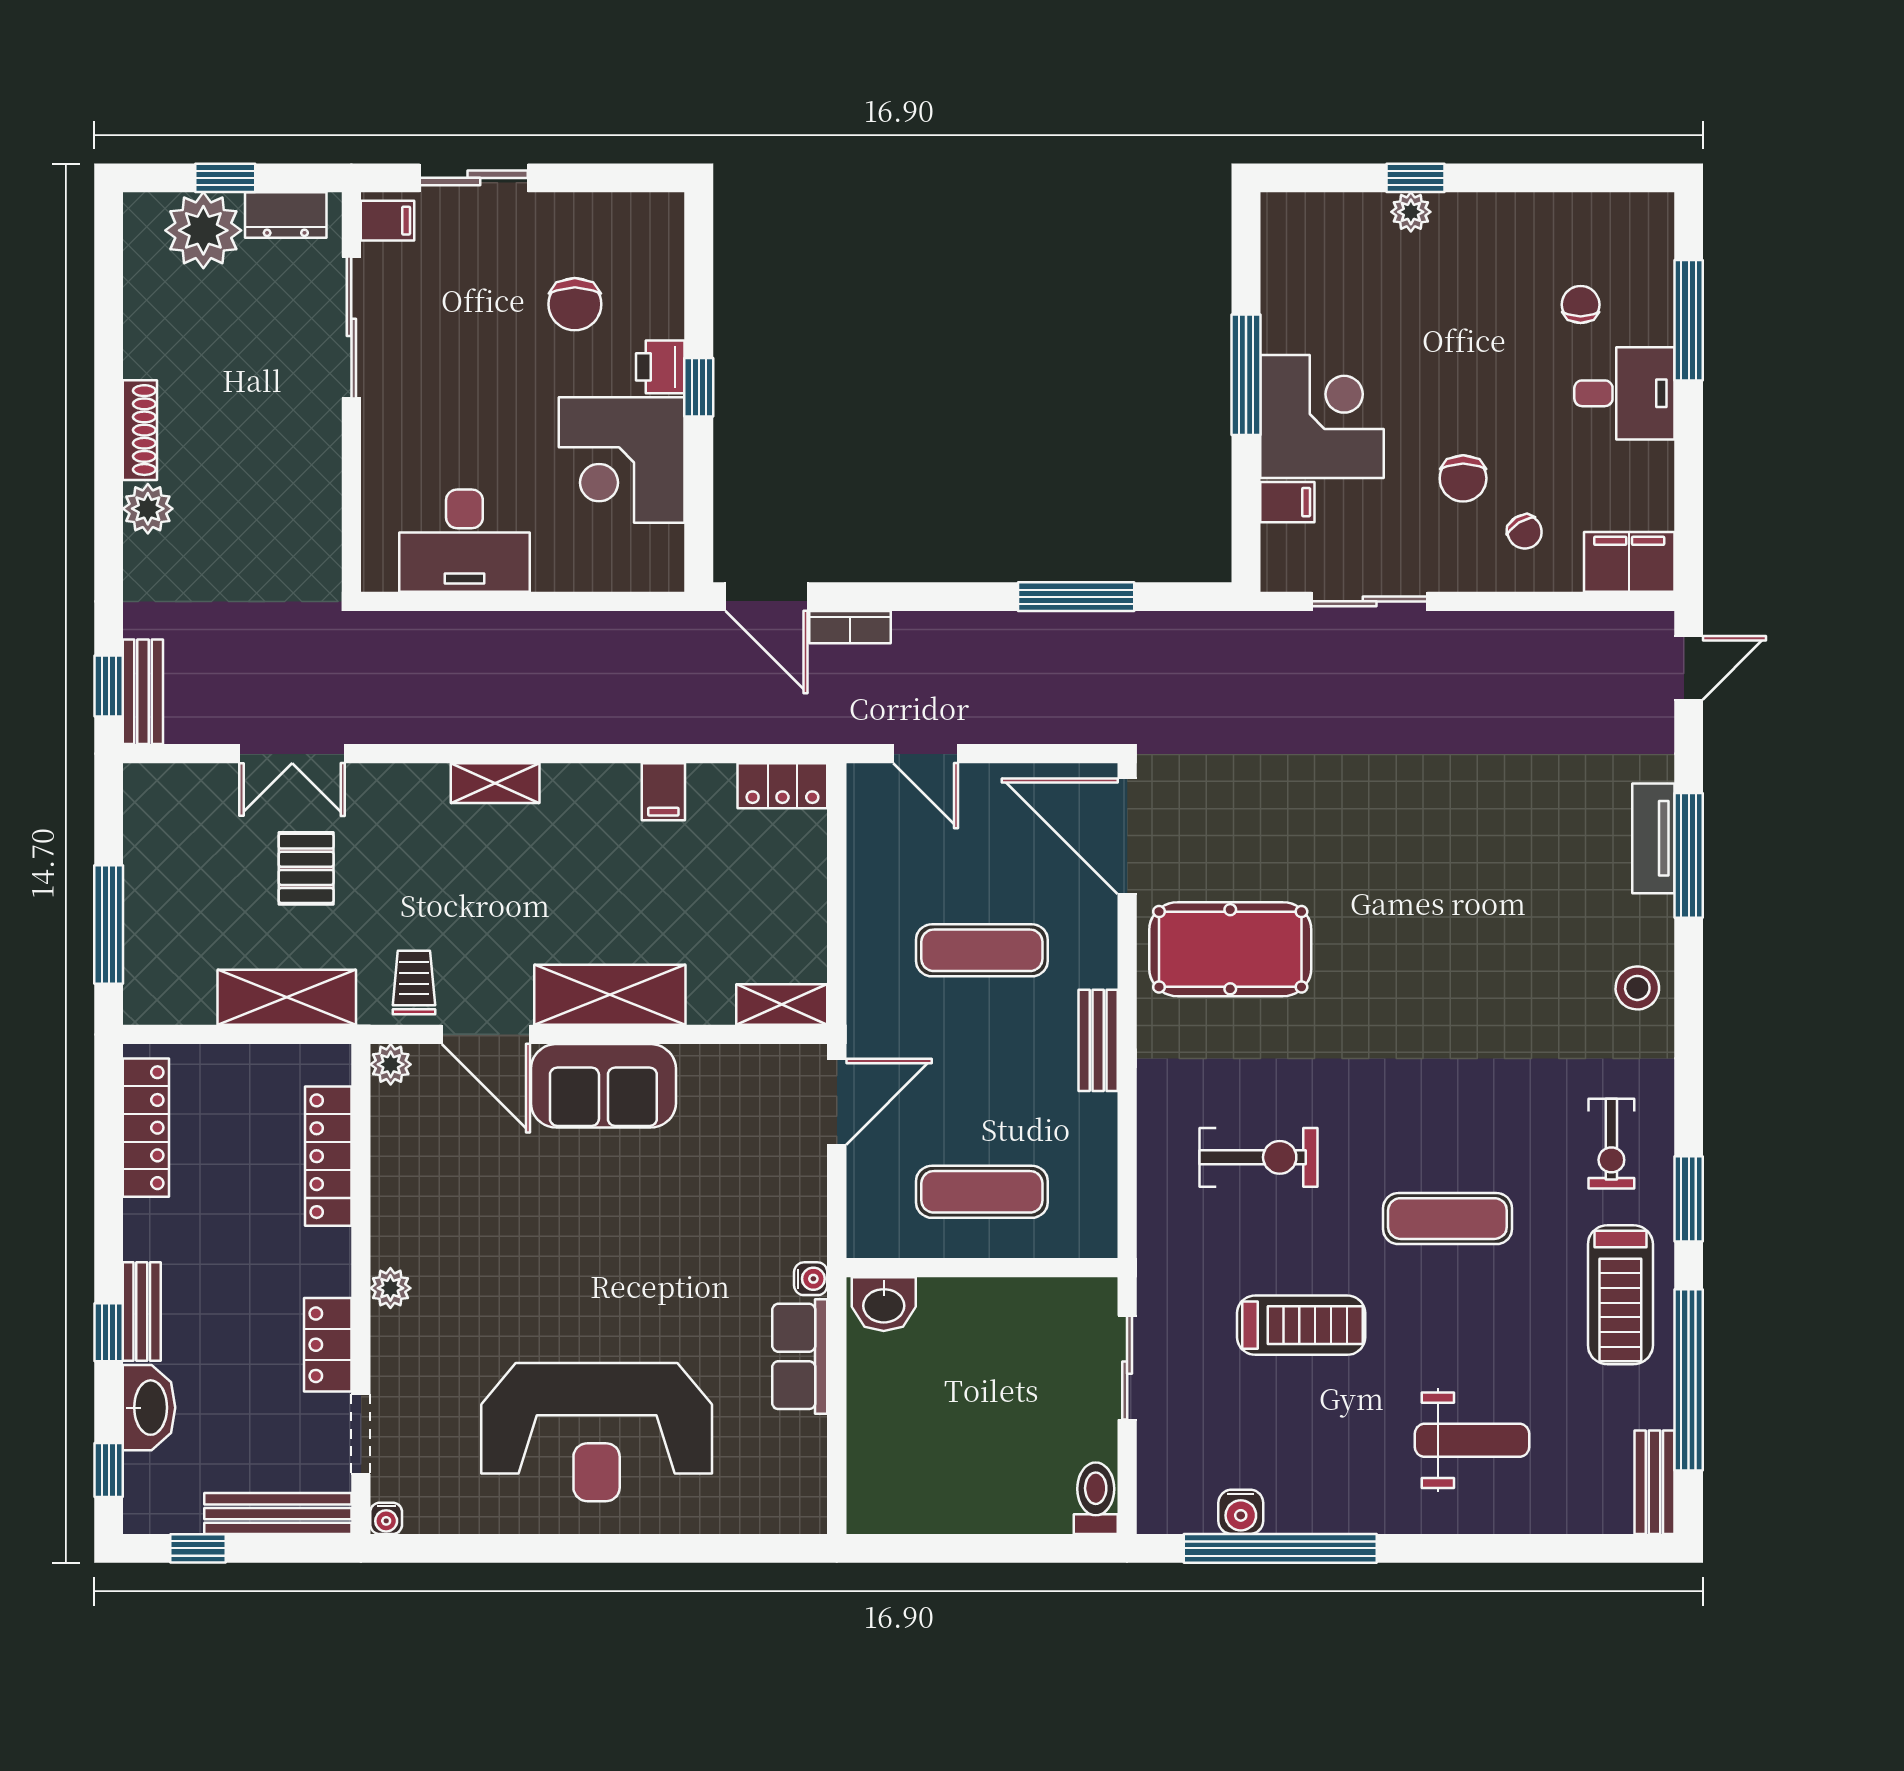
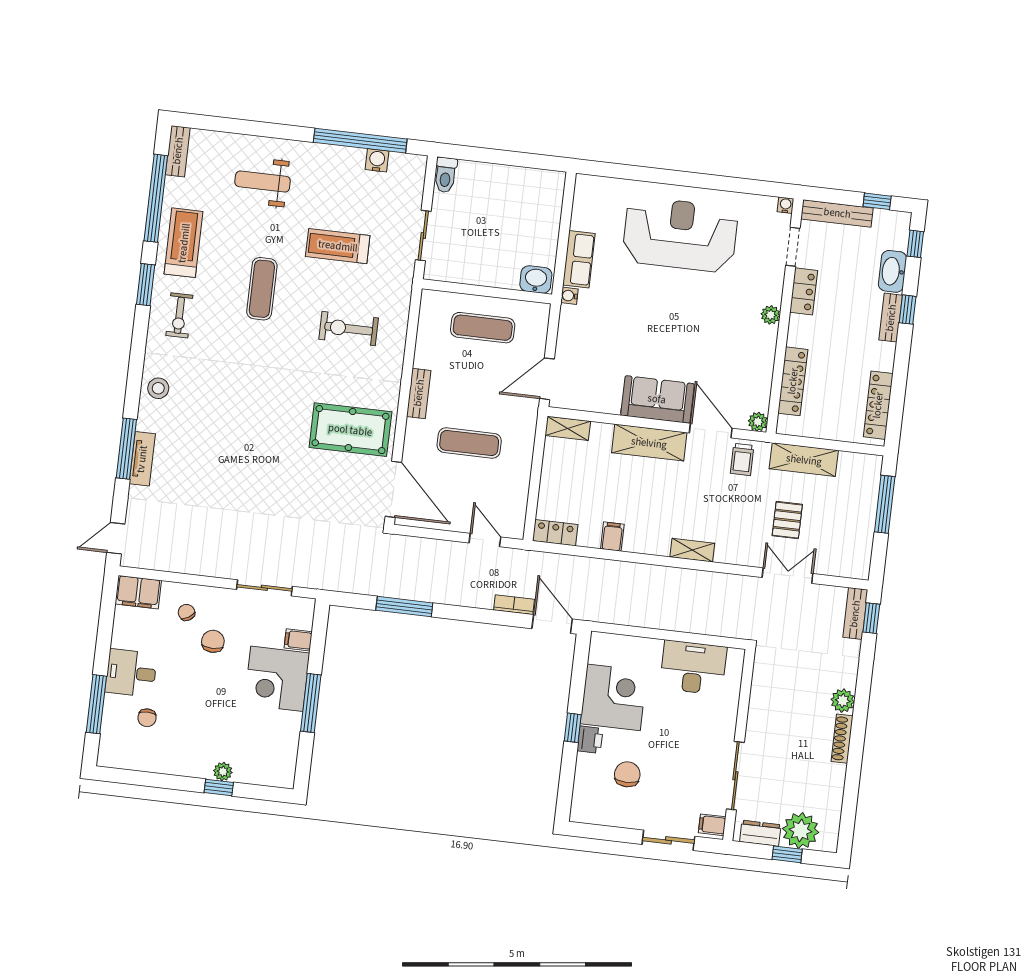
exercise bike: (1611, 1144) -> (179, 315), turned 180
exercise mat: (1447, 1219) -> (262, 289), turned 90

